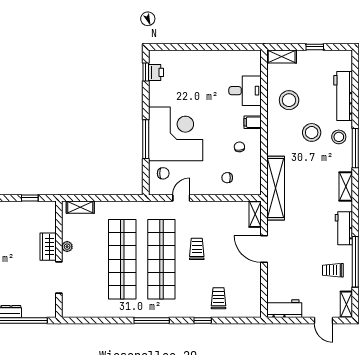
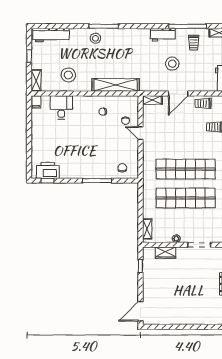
printer: (156, 72) -> (48, 170), width x1.87, depth x1.48
workbench: (343, 96) -> (51, 35), moved
filing cabinet: (253, 122) -> (36, 102), moved
stool: (312, 132) -> (172, 64), moved
corner desk: (176, 134) -> (93, 159), removed
shelving: (346, 186) -> (132, 33), removed
shelving: (276, 188) -> (116, 85), moved
door: (181, 198) -> (140, 133), moved
wardrobe: (48, 247) -> (166, 253), moved
trolley: (197, 249) -> (203, 103), moved

